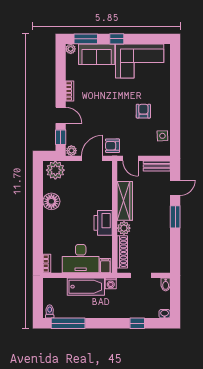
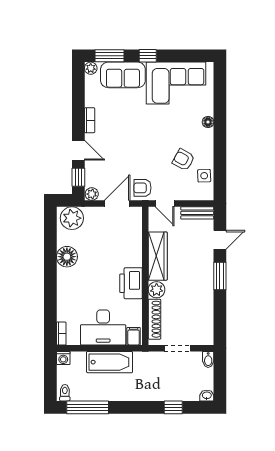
floor lamp: (165, 92) -> (208, 122), added
armchair: (143, 111) -> (183, 160), moved, turned -61
washing machine: (111, 283) -> (63, 358), moved

